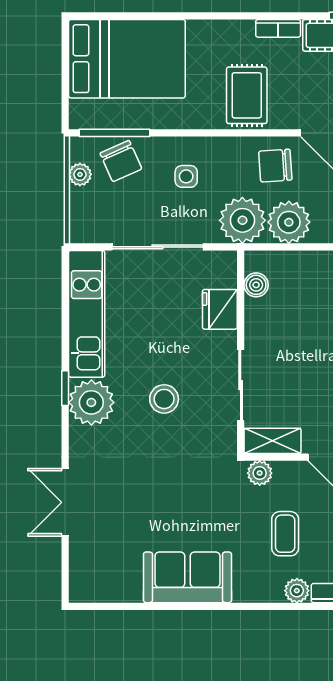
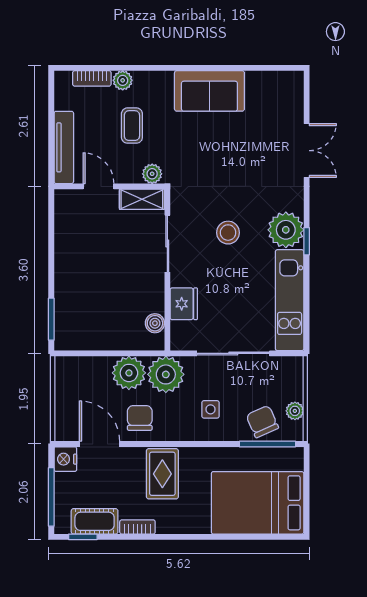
chair: (275, 166) -> (140, 418), turned -86

